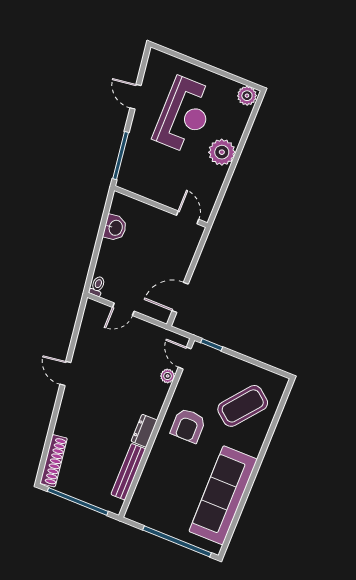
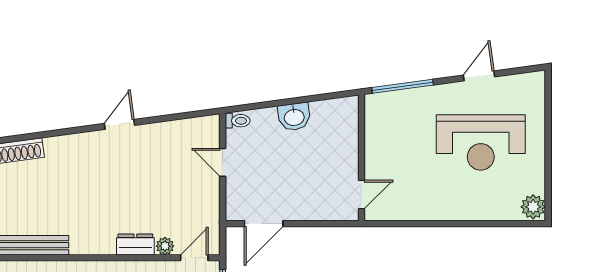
plant: (222, 152) -> (455, 204), removed
washbasin: (115, 228) -> (294, 117), moved
door: (180, 297) -> (264, 224), swing flipped
dresser: (144, 431) -> (135, 244), moved

